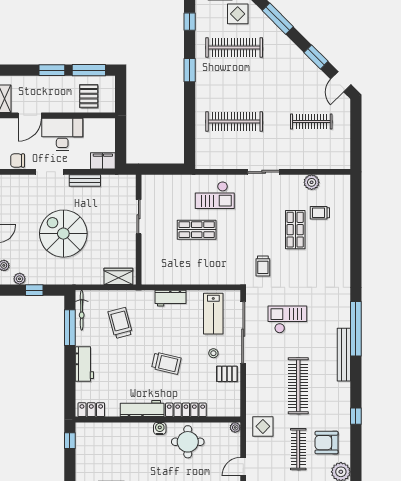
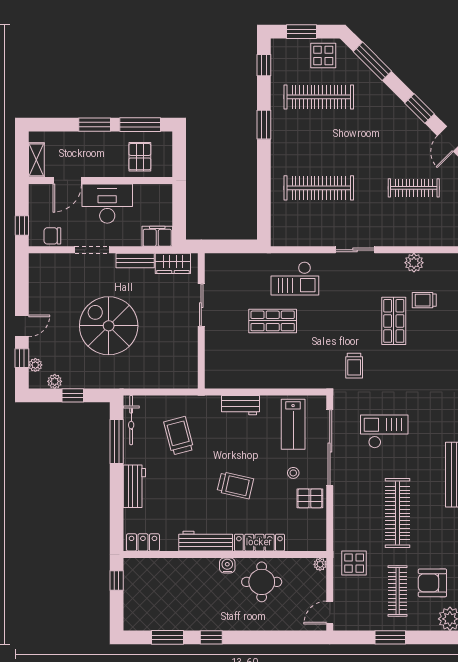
wardrobe: (118, 276) -> (173, 263), moved, turned 180

